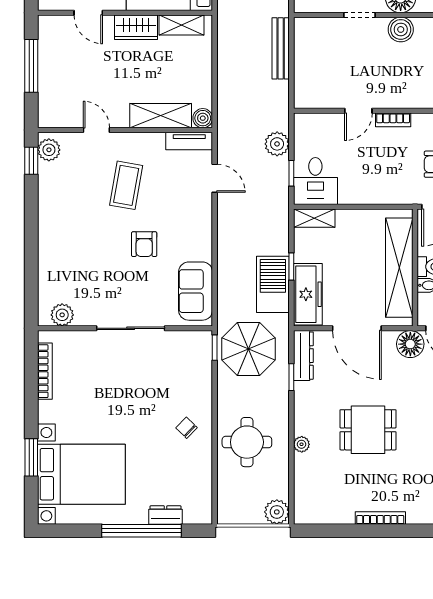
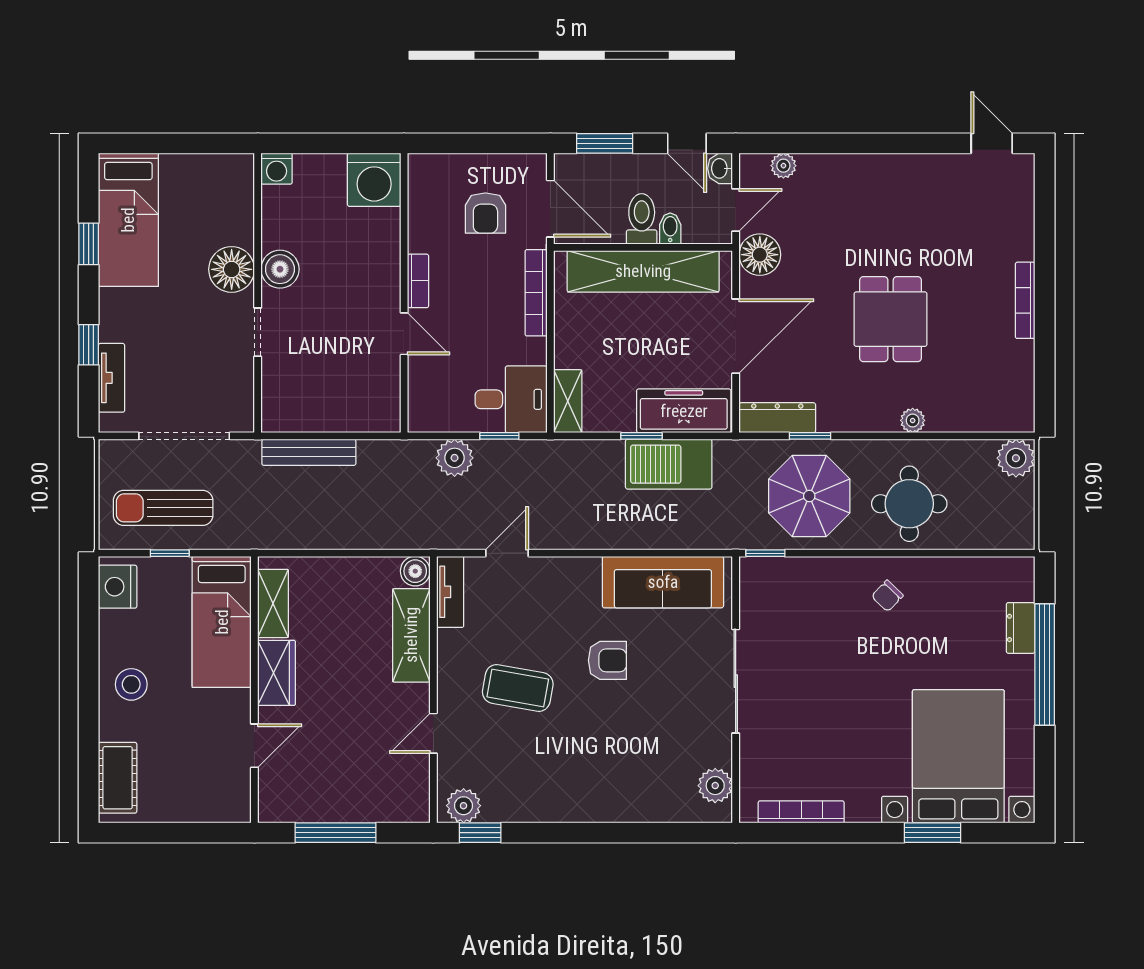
bookcase: (385, 197) -> (536, 293), added
sofa: (196, 291) -> (663, 582), width x1.36
parasol: (249, 349) -> (809, 496), moved

